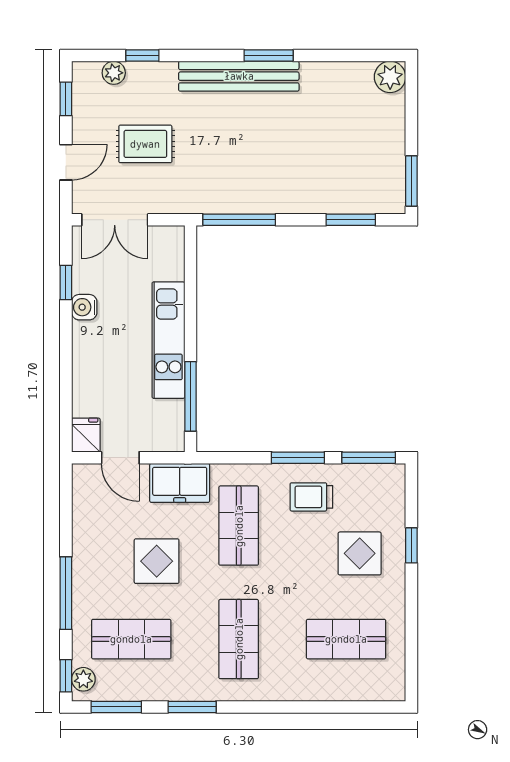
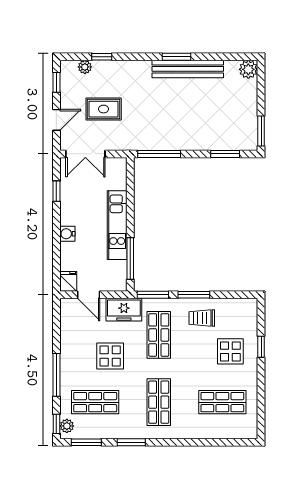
bench: (239, 76) -> (188, 69), moved
water cooler: (84, 307) -> (67, 234), moved
window: (369, 458) -> (153, 295), moved

